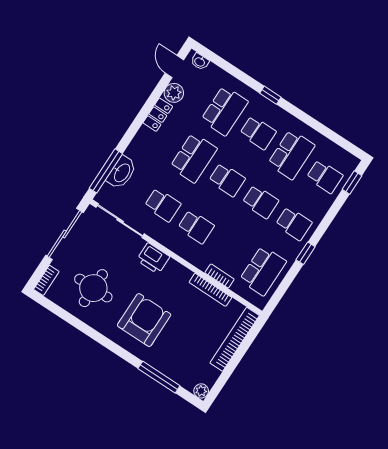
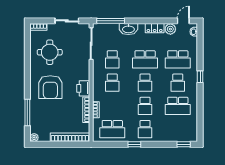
washbasin: (122, 173) -> (128, 29), moved
school desk: (325, 177) -> (178, 129), removed
sliding door: (64, 234) -> (67, 21), width x0.73
printer: (153, 258) -> (83, 88), moved
armchair: (144, 320) -> (50, 87), turned 90

